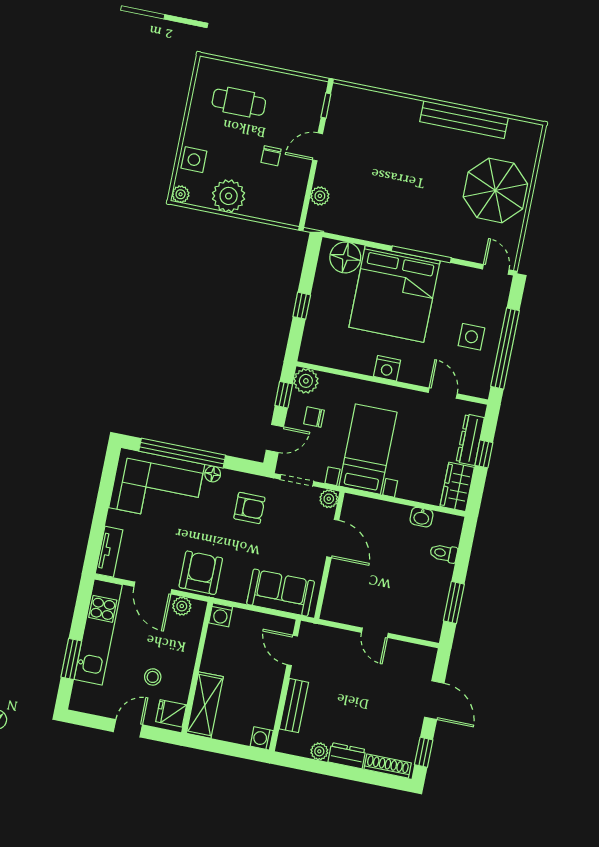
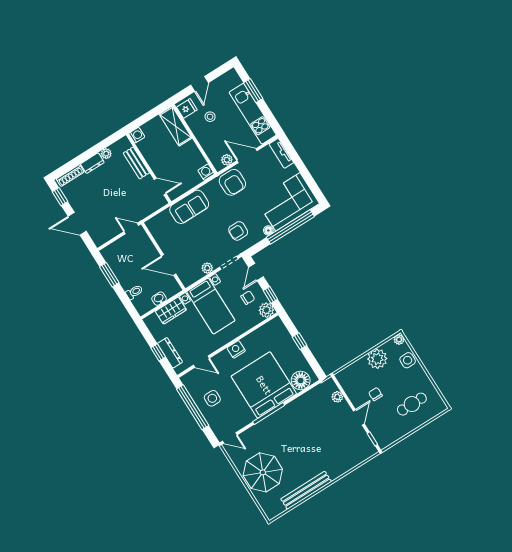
wardrobe: (457, 487) -> (171, 311), moved, turned 90
door: (333, 539) -> (169, 265), moved
wall: (329, 555) -> (163, 256), moved

